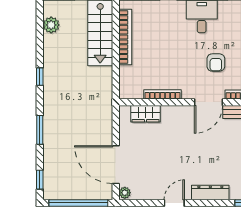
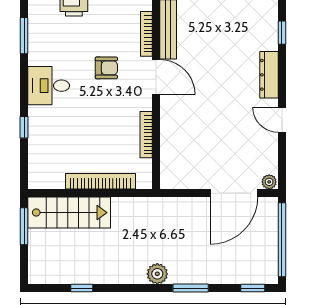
plant: (51, 25) -> (157, 274), moved
bookcase: (125, 37) -> (100, 181), moved
window: (40, 77) -> (82, 288), moved
wardrobe: (145, 114) -> (170, 156), removed

